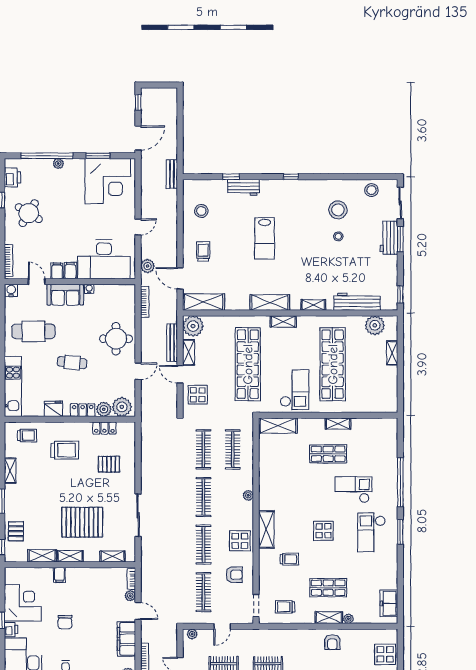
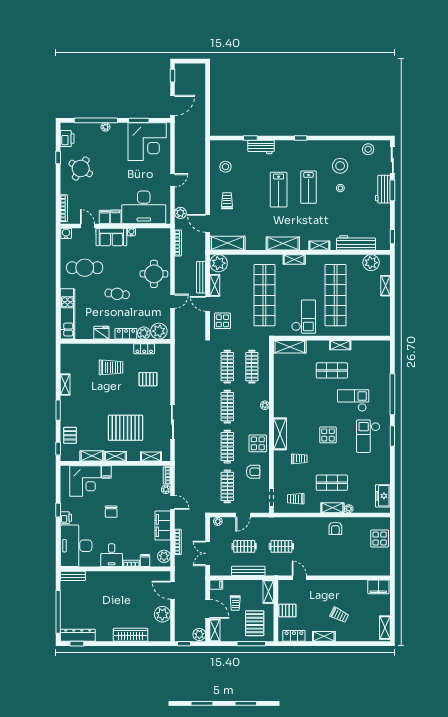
bench: (172, 174) -> (201, 136), removed
lab bench: (300, 235) -> (309, 187), added
trolley: (27, 435) -> (79, 355), removed
corner desk: (23, 603) -> (85, 481), moved, turned 90

